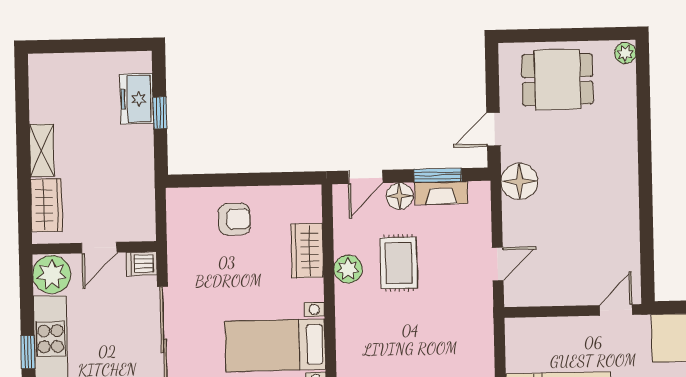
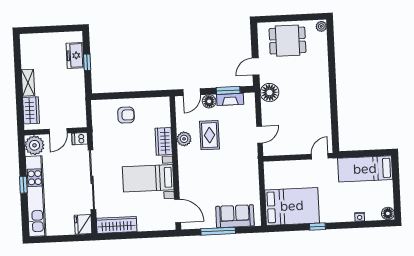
wardrobe: (307, 251) -> (164, 141), moved

